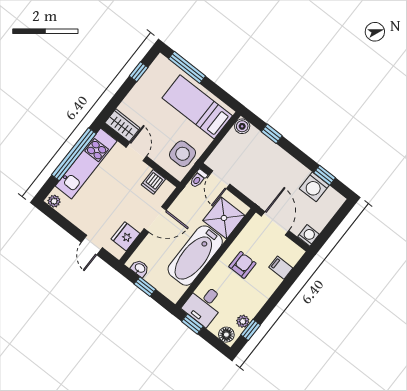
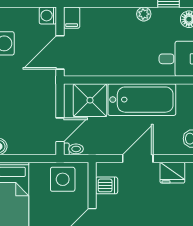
door: (155, 219) -> (138, 158), hinge flipped
armchair: (242, 265) -> (118, 53), removed
filing cabinet: (281, 268) -> (72, 18), moved
plant: (243, 321) -> (144, 14), moved

